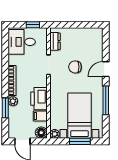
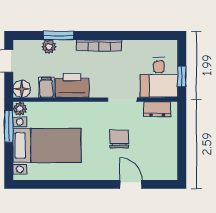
desk: (22, 42) -> (159, 78), moved, turned 180
door: (106, 69) -> (131, 184), moved
window: (106, 100) -> (69, 184), removed
plant: (13, 101) -> (49, 47), moved
window: (80, 141) -> (9, 126), moved

